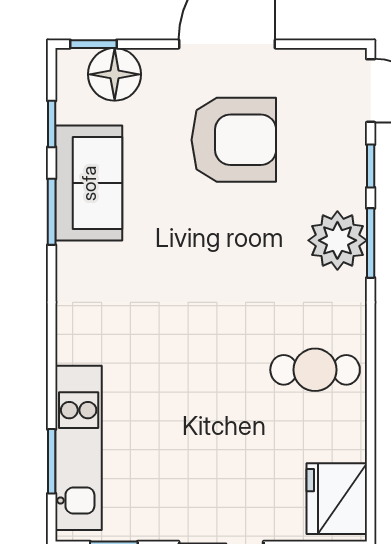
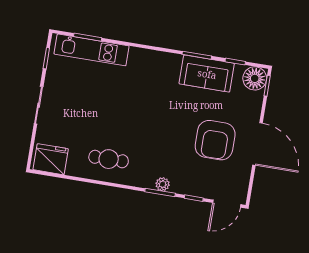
floor lamp: (115, 74) -> (255, 78), moved
plant: (337, 240) -> (163, 184), width x0.53, depth x0.53
cafe table: (315, 370) -> (109, 159), turned 90

